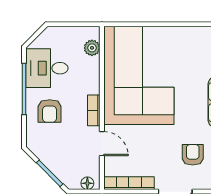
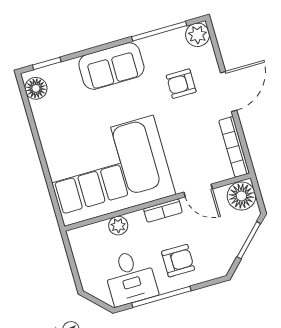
plant: (92, 48) -> (118, 226), moved
door: (102, 144) -> (198, 191), swing flipped
floor lamp: (87, 183) -> (241, 196), width x1.89, depth x1.89

